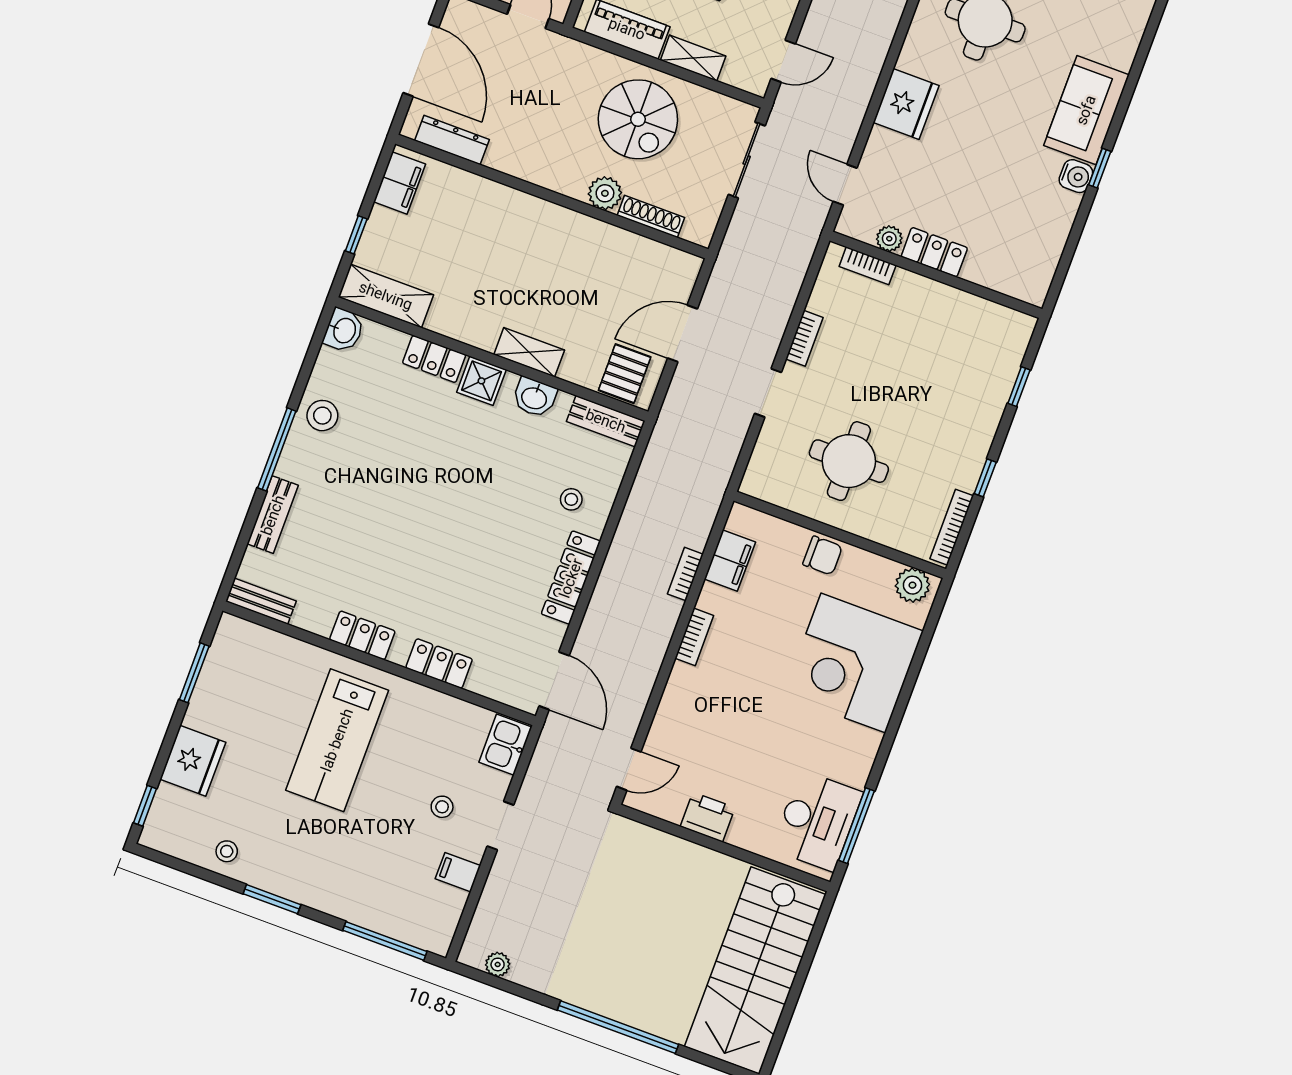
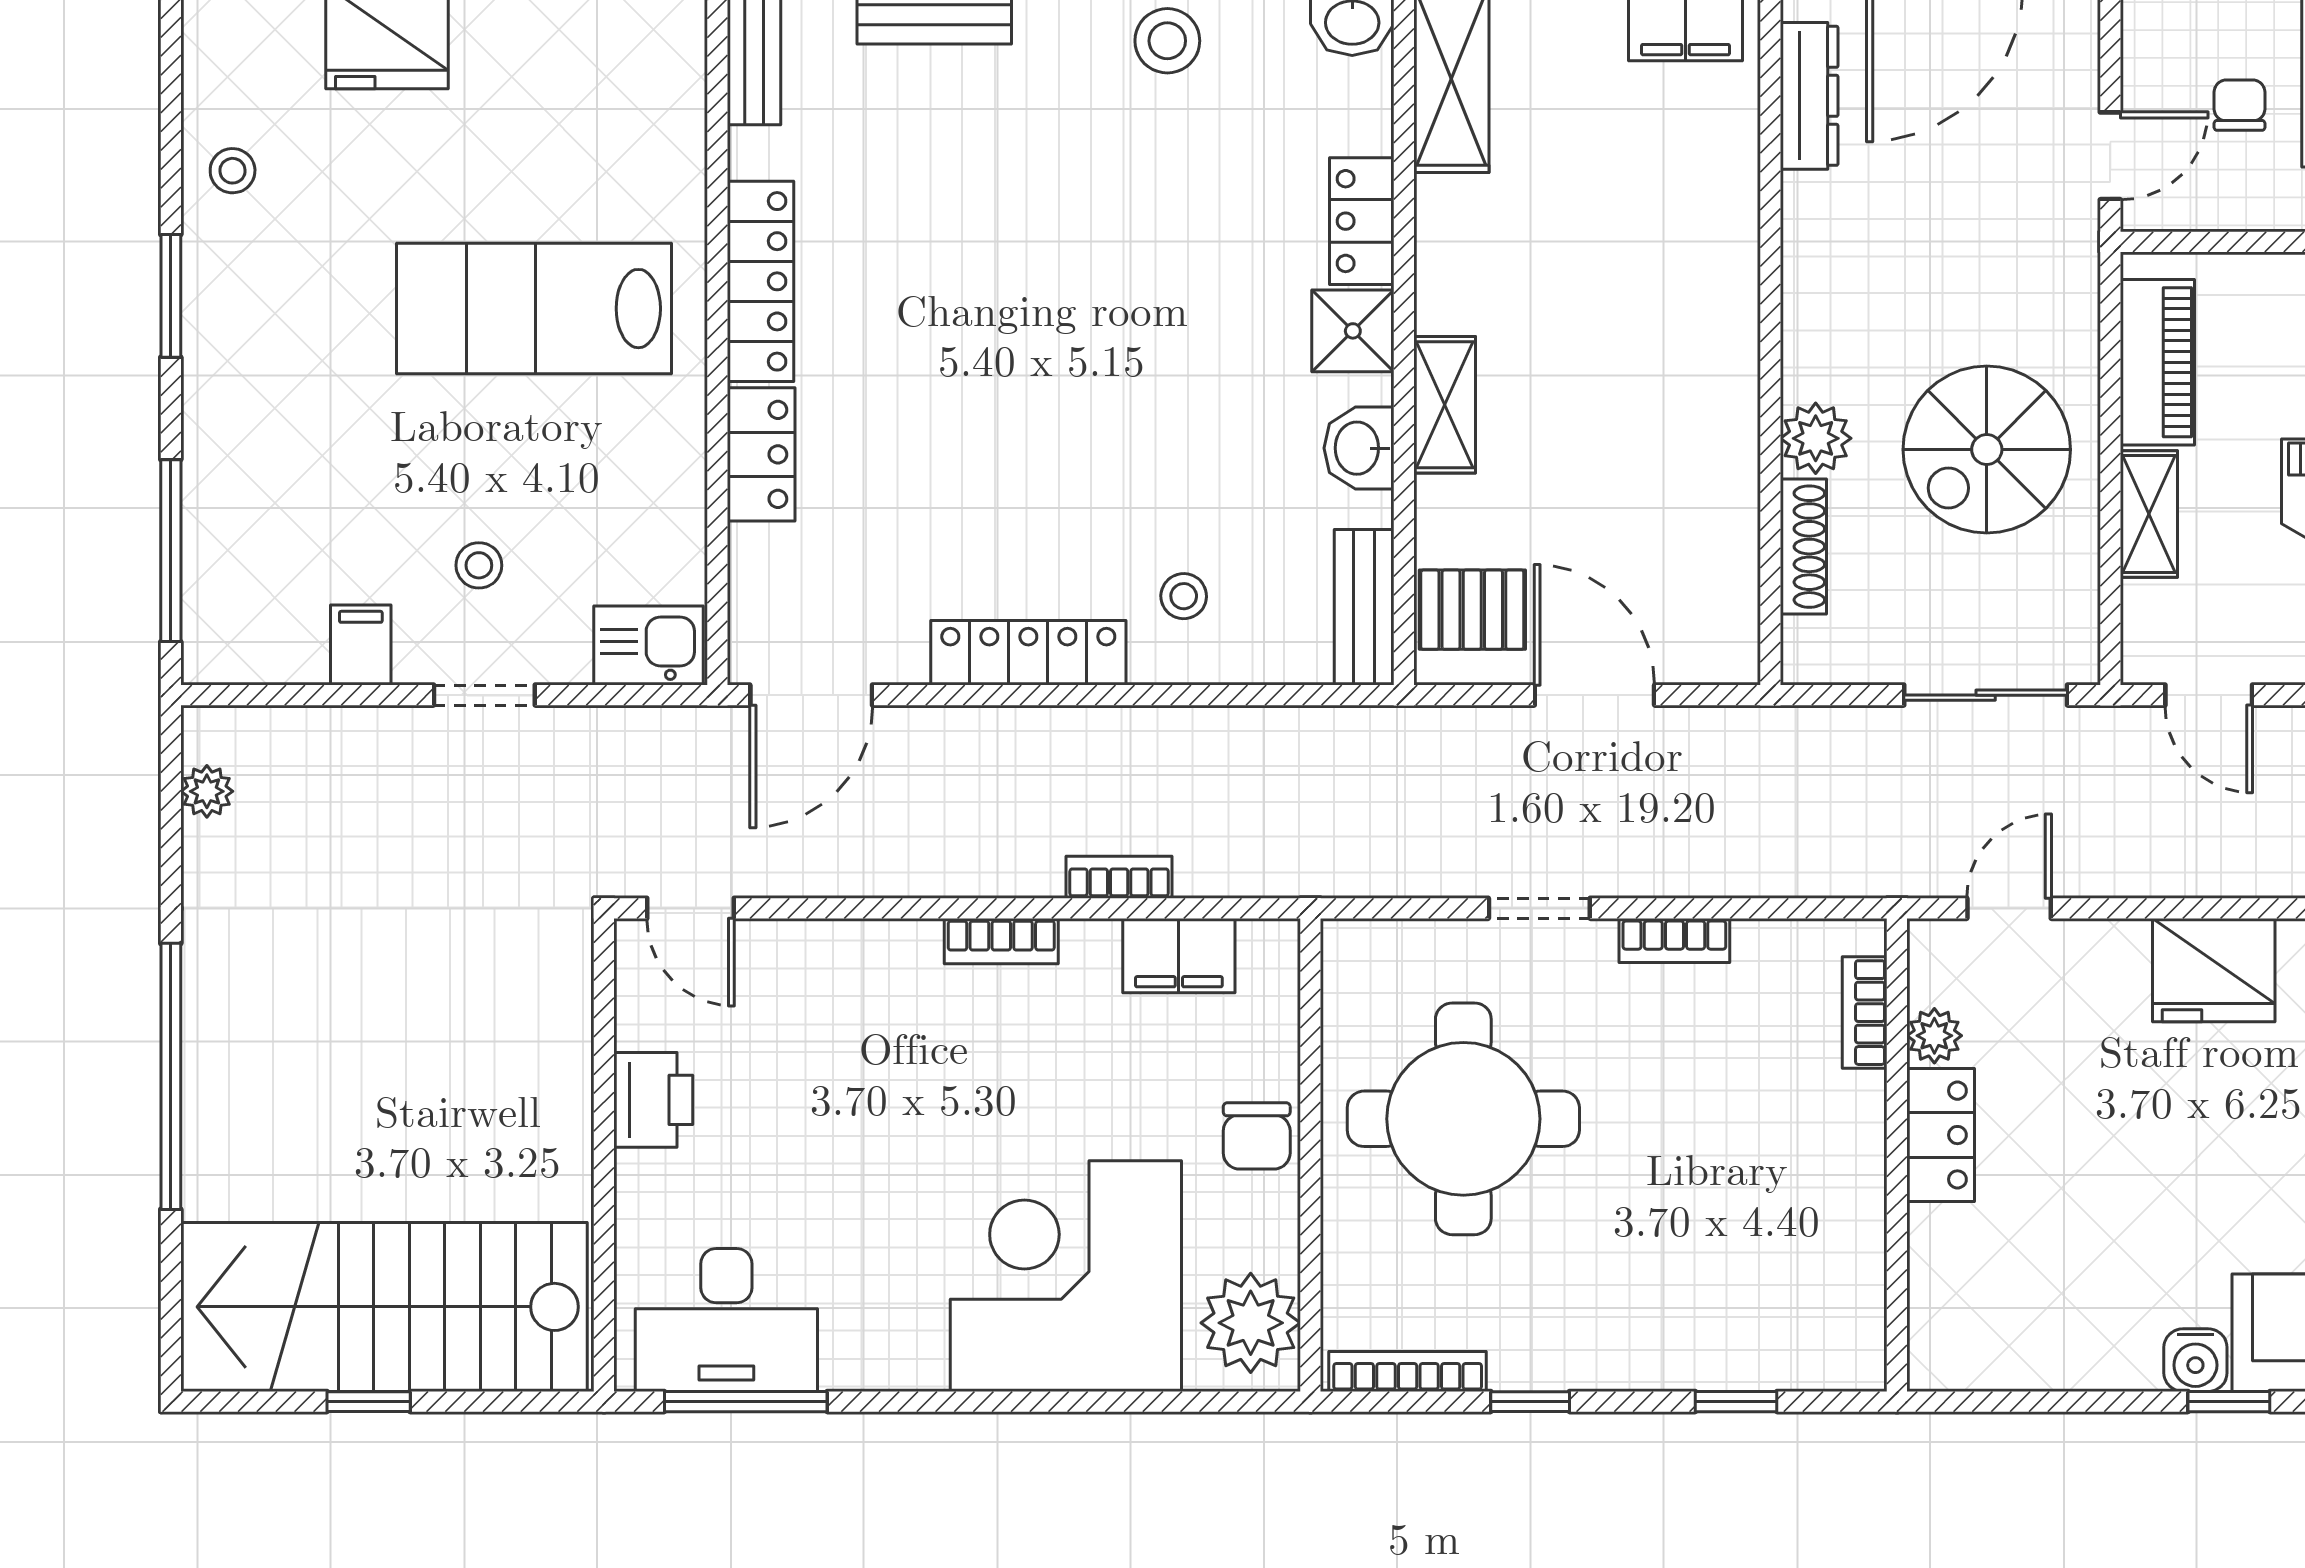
round table: (849, 461) -> (1463, 1119), width x1.36, depth x1.36
plant: (912, 585) -> (1251, 1323), width x1.36, depth x1.36
locker: (362, 635) -> (760, 281), width x1.53
window: (795, 993) -> (369, 1402), added

